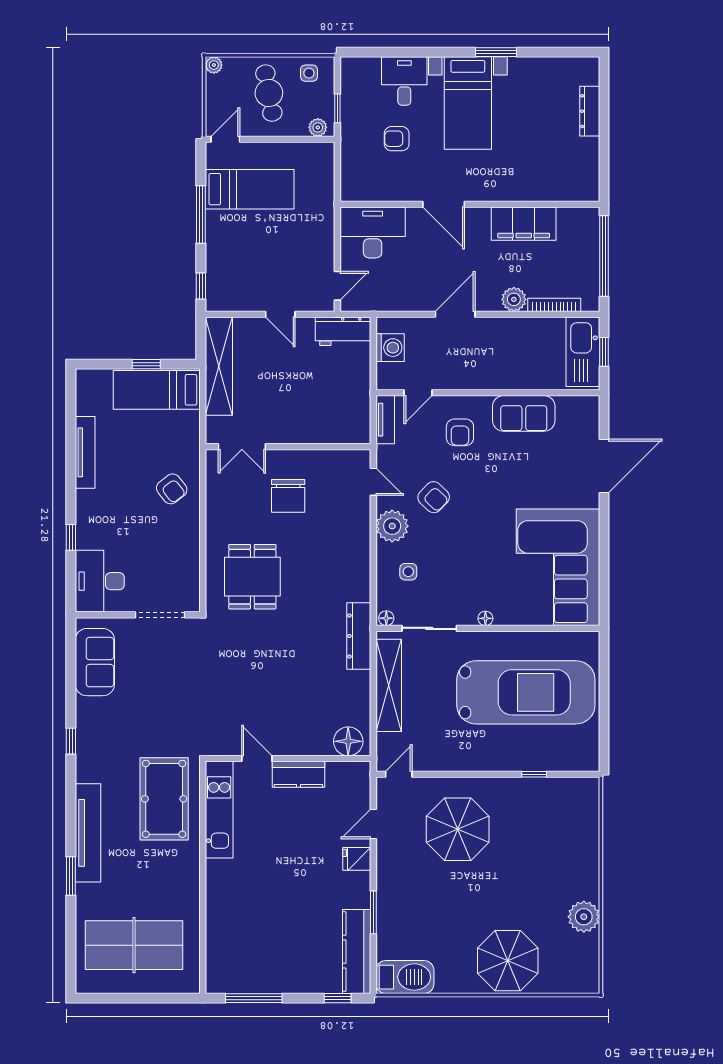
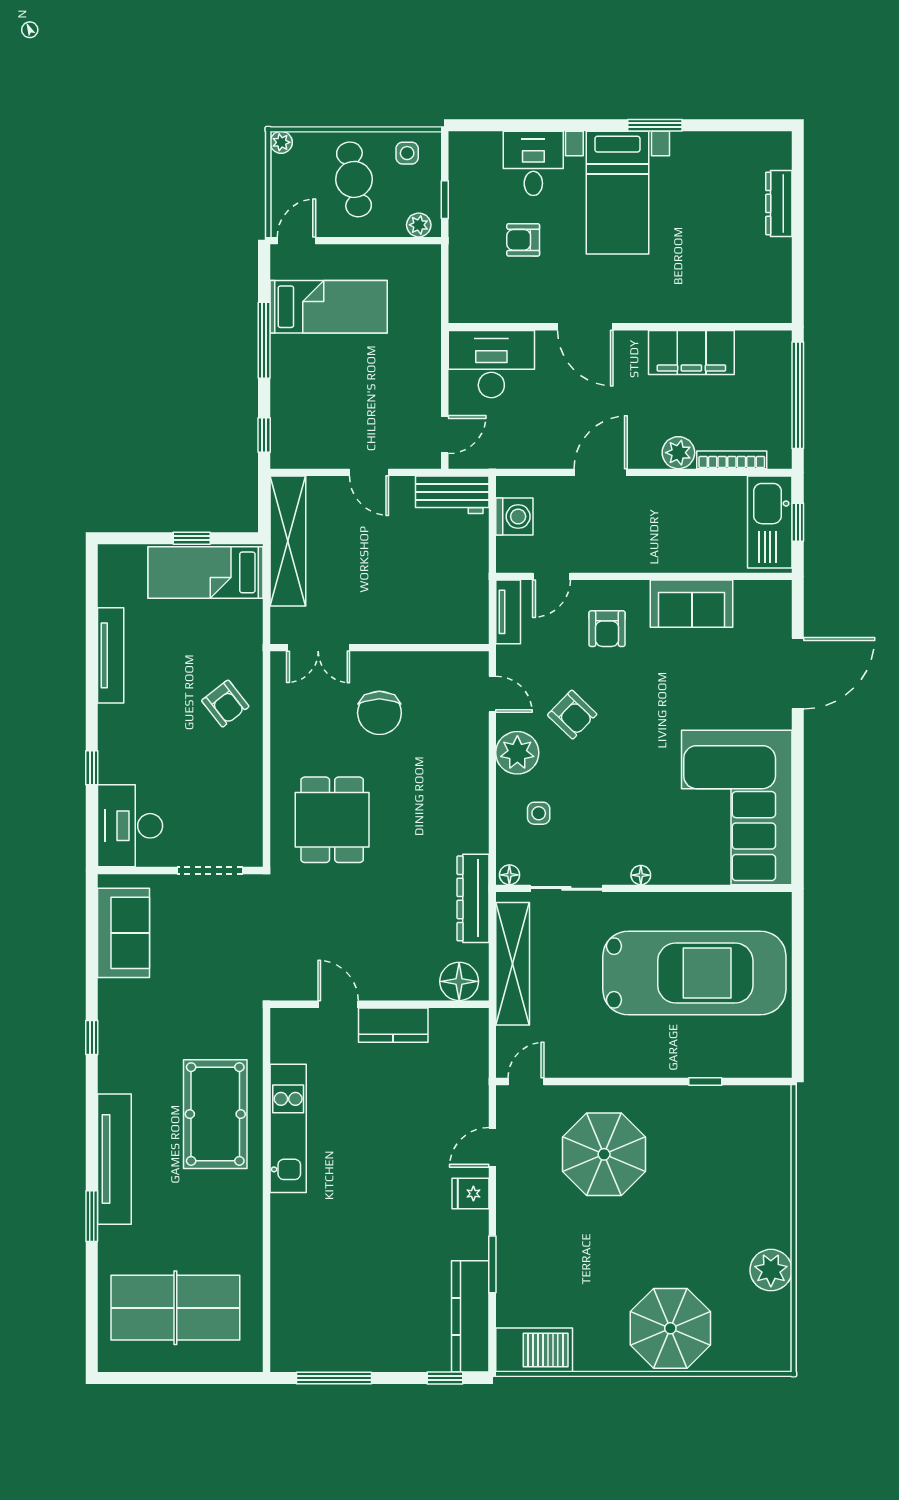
floor lamp: (348, 741) -> (459, 981), moved
door: (257, 759) -> (338, 1004), moved
wall: (288, 759) -> (379, 1004), moved
kitchen counter: (298, 774) -> (393, 1025), moved

